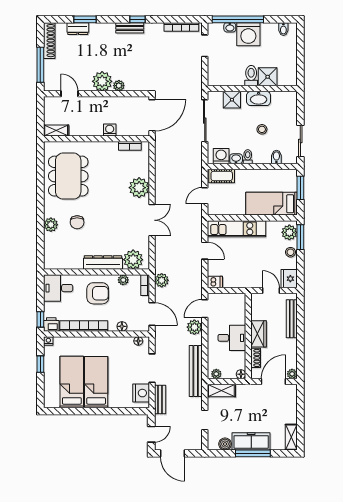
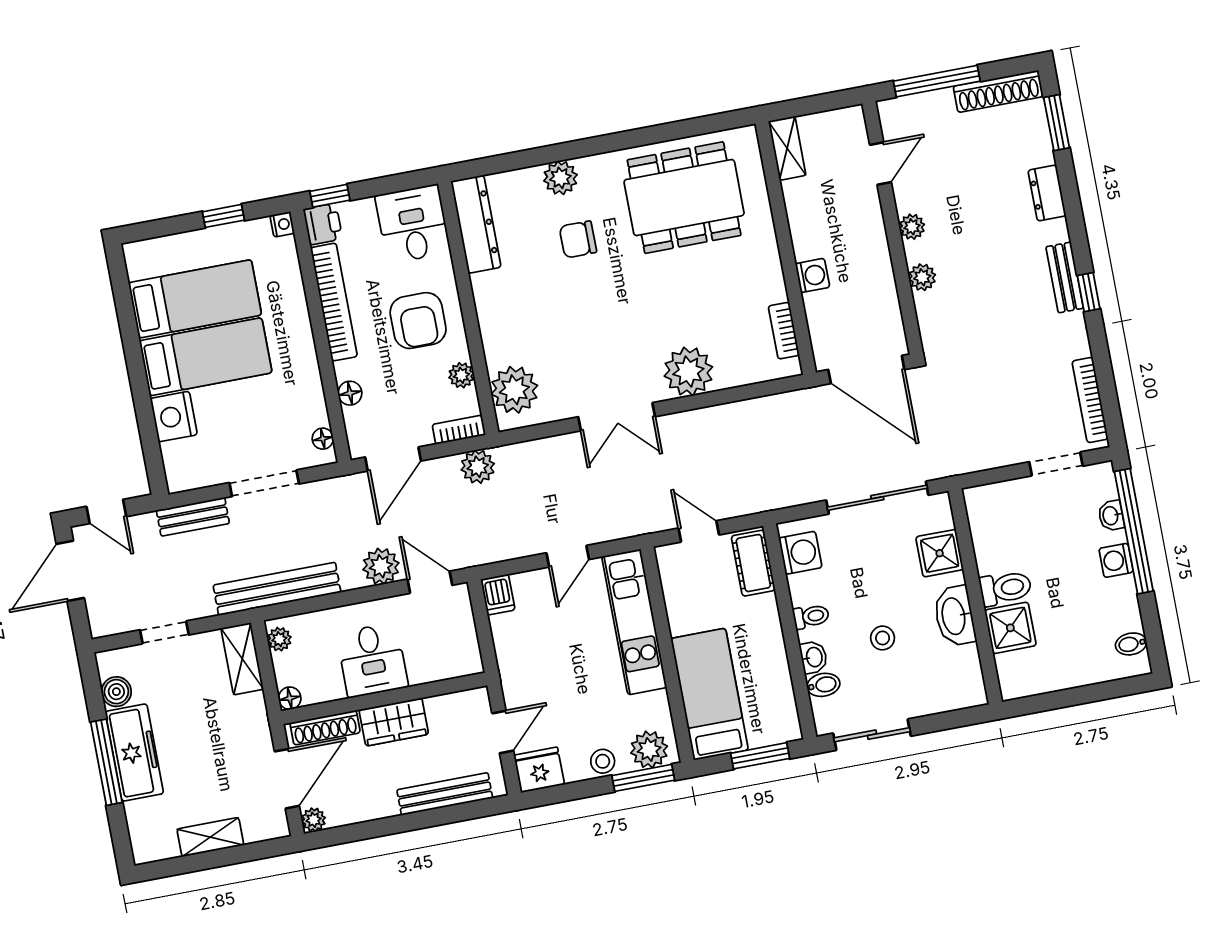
window: (85, 19) -> (1057, 123), moved
dresser: (78, 29) -> (1047, 193), moved
washing machine: (248, 34) -> (1116, 560), width x0.53, depth x0.53
plant: (102, 81) -> (912, 227), width x0.53, depth x0.53
washbasin: (236, 159) -> (814, 657), moved
dresser: (103, 262) -> (476, 224), moved
shoe rack: (256, 358) -> (325, 728), width x1.43
door: (273, 381) -> (287, 779), hinge flipped
nightstand: (141, 393) -> (174, 417), moved, turned 90
shelving: (291, 437) -> (210, 837), moved

